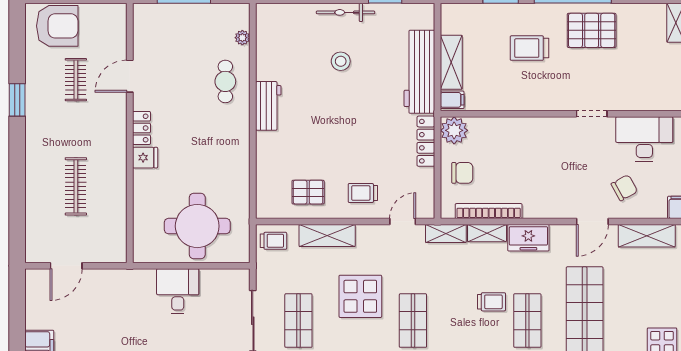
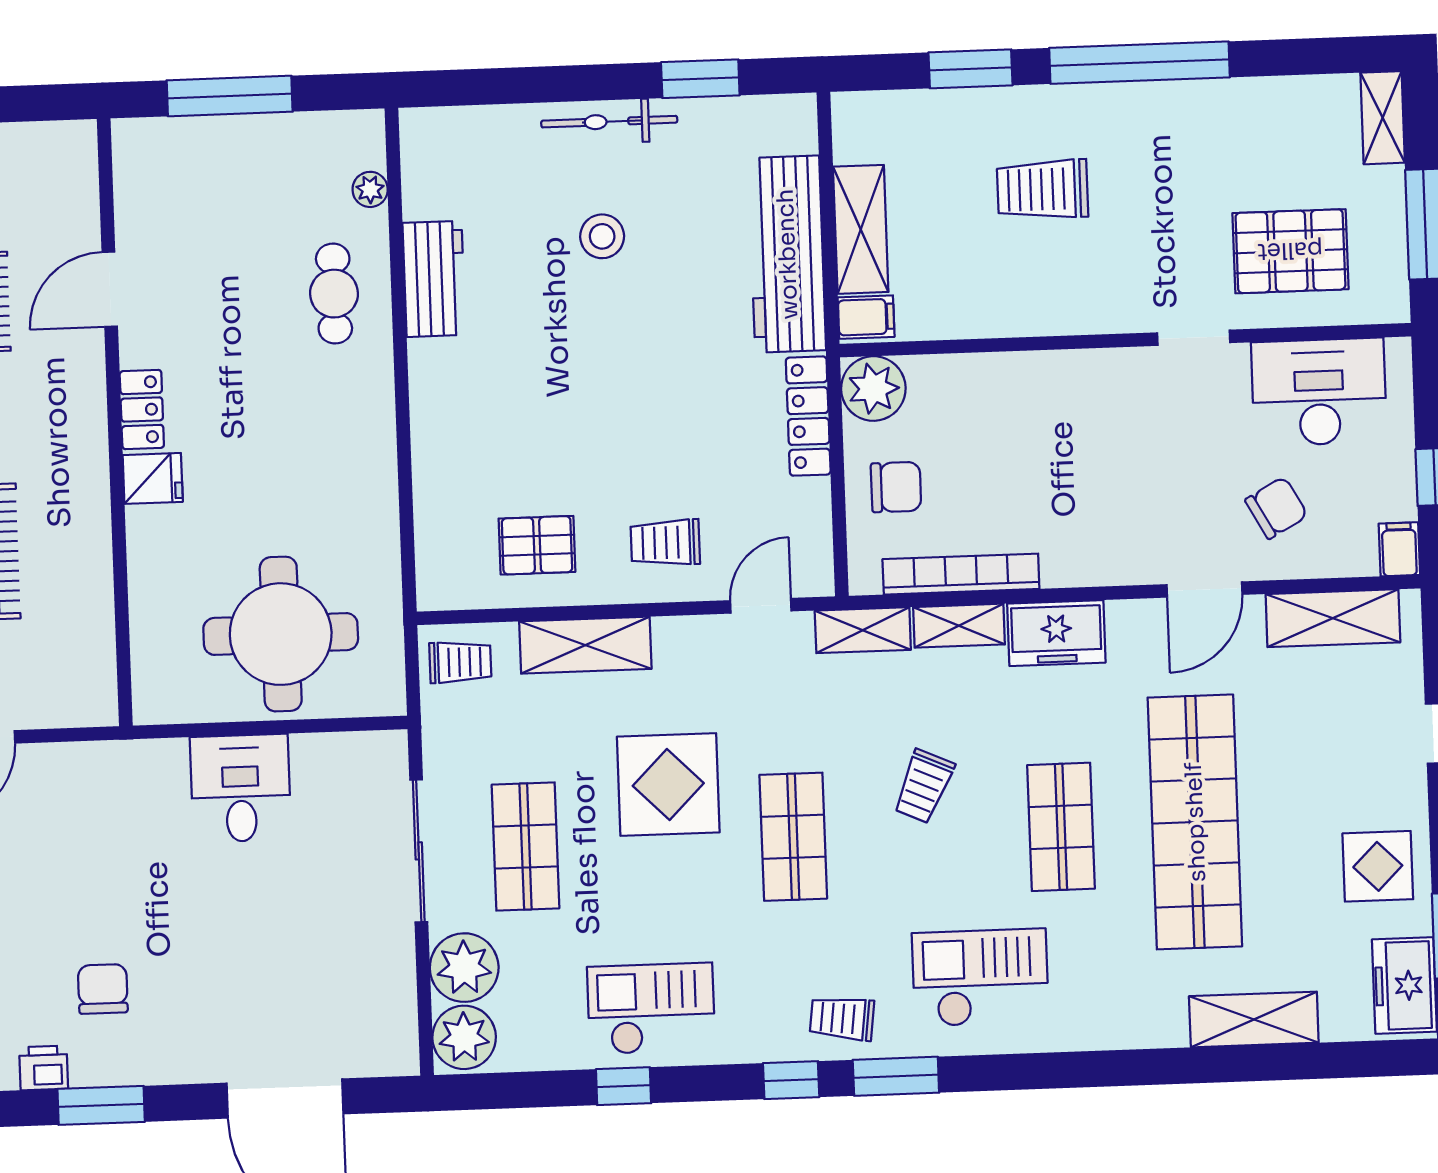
pallet: (592, 30) -> (1290, 251), moved
workbench: (268, 106) -> (434, 279), moved
trolley: (491, 302) -> (924, 786), moved, turned 114

